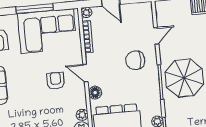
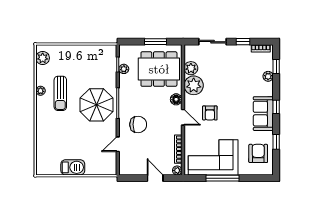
plant: (82, 115) -> (194, 85), width x1.88, depth x1.88

